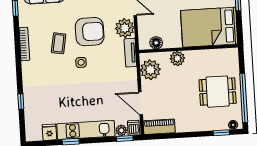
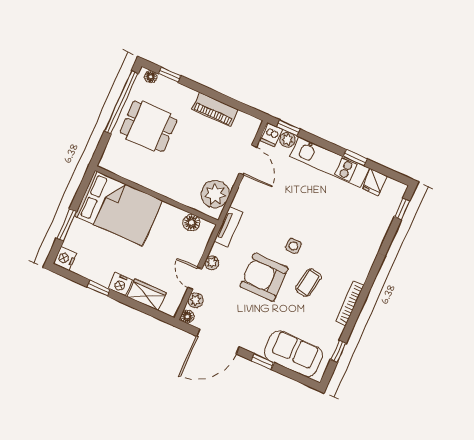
plant: (125, 28) -> (212, 263), width x0.53, depth x0.53
plant: (177, 58) -> (176, 191), removed
window: (21, 102) -> (402, 209), moved
piano: (159, 127) -> (215, 109), moved

